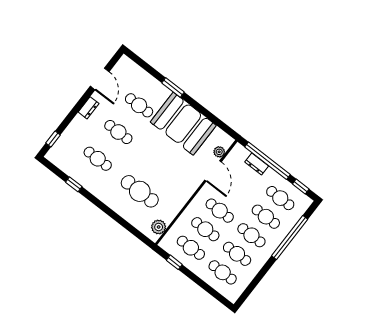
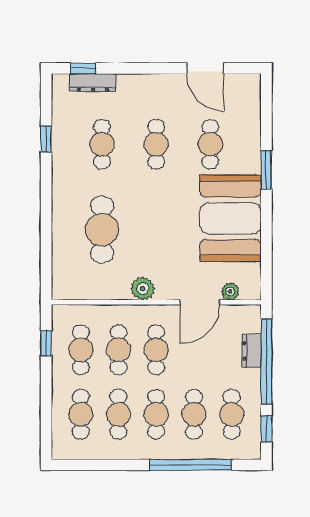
door: (100, 79) -> (205, 68), hinge flipped
dresser: (89, 108) -> (93, 83), moved, width x1.44
plant: (159, 227) -> (143, 289), moved

